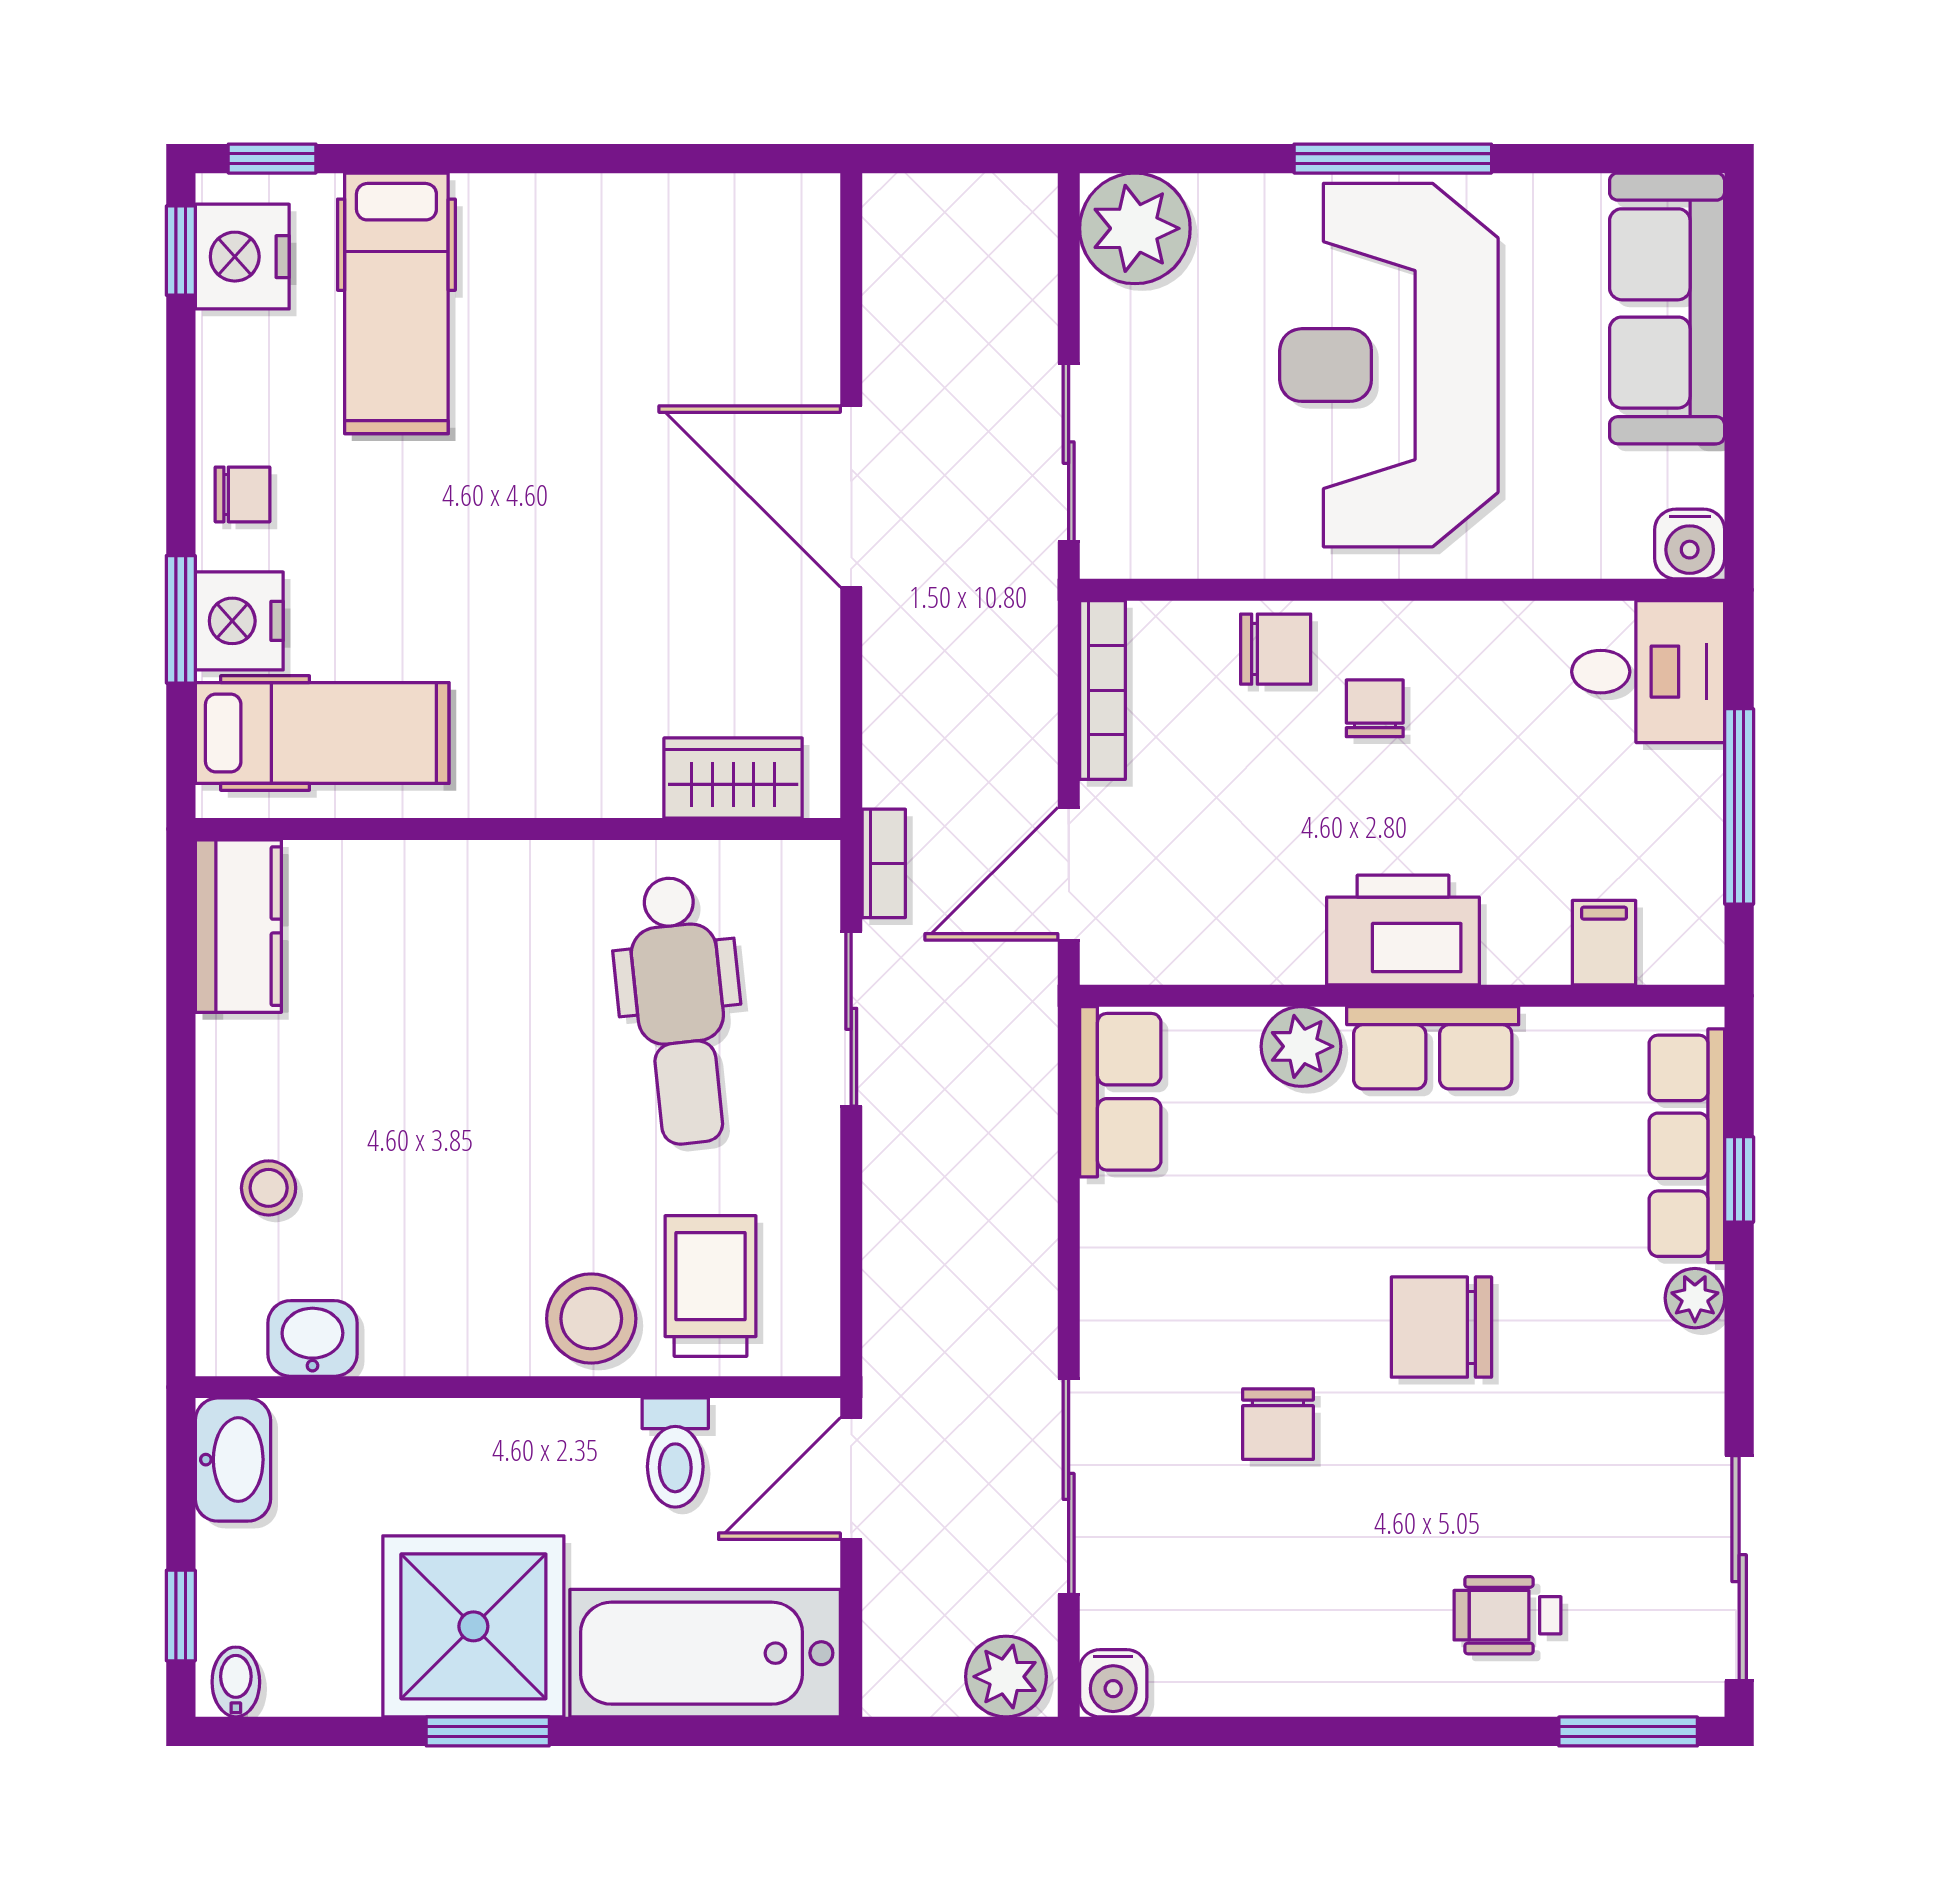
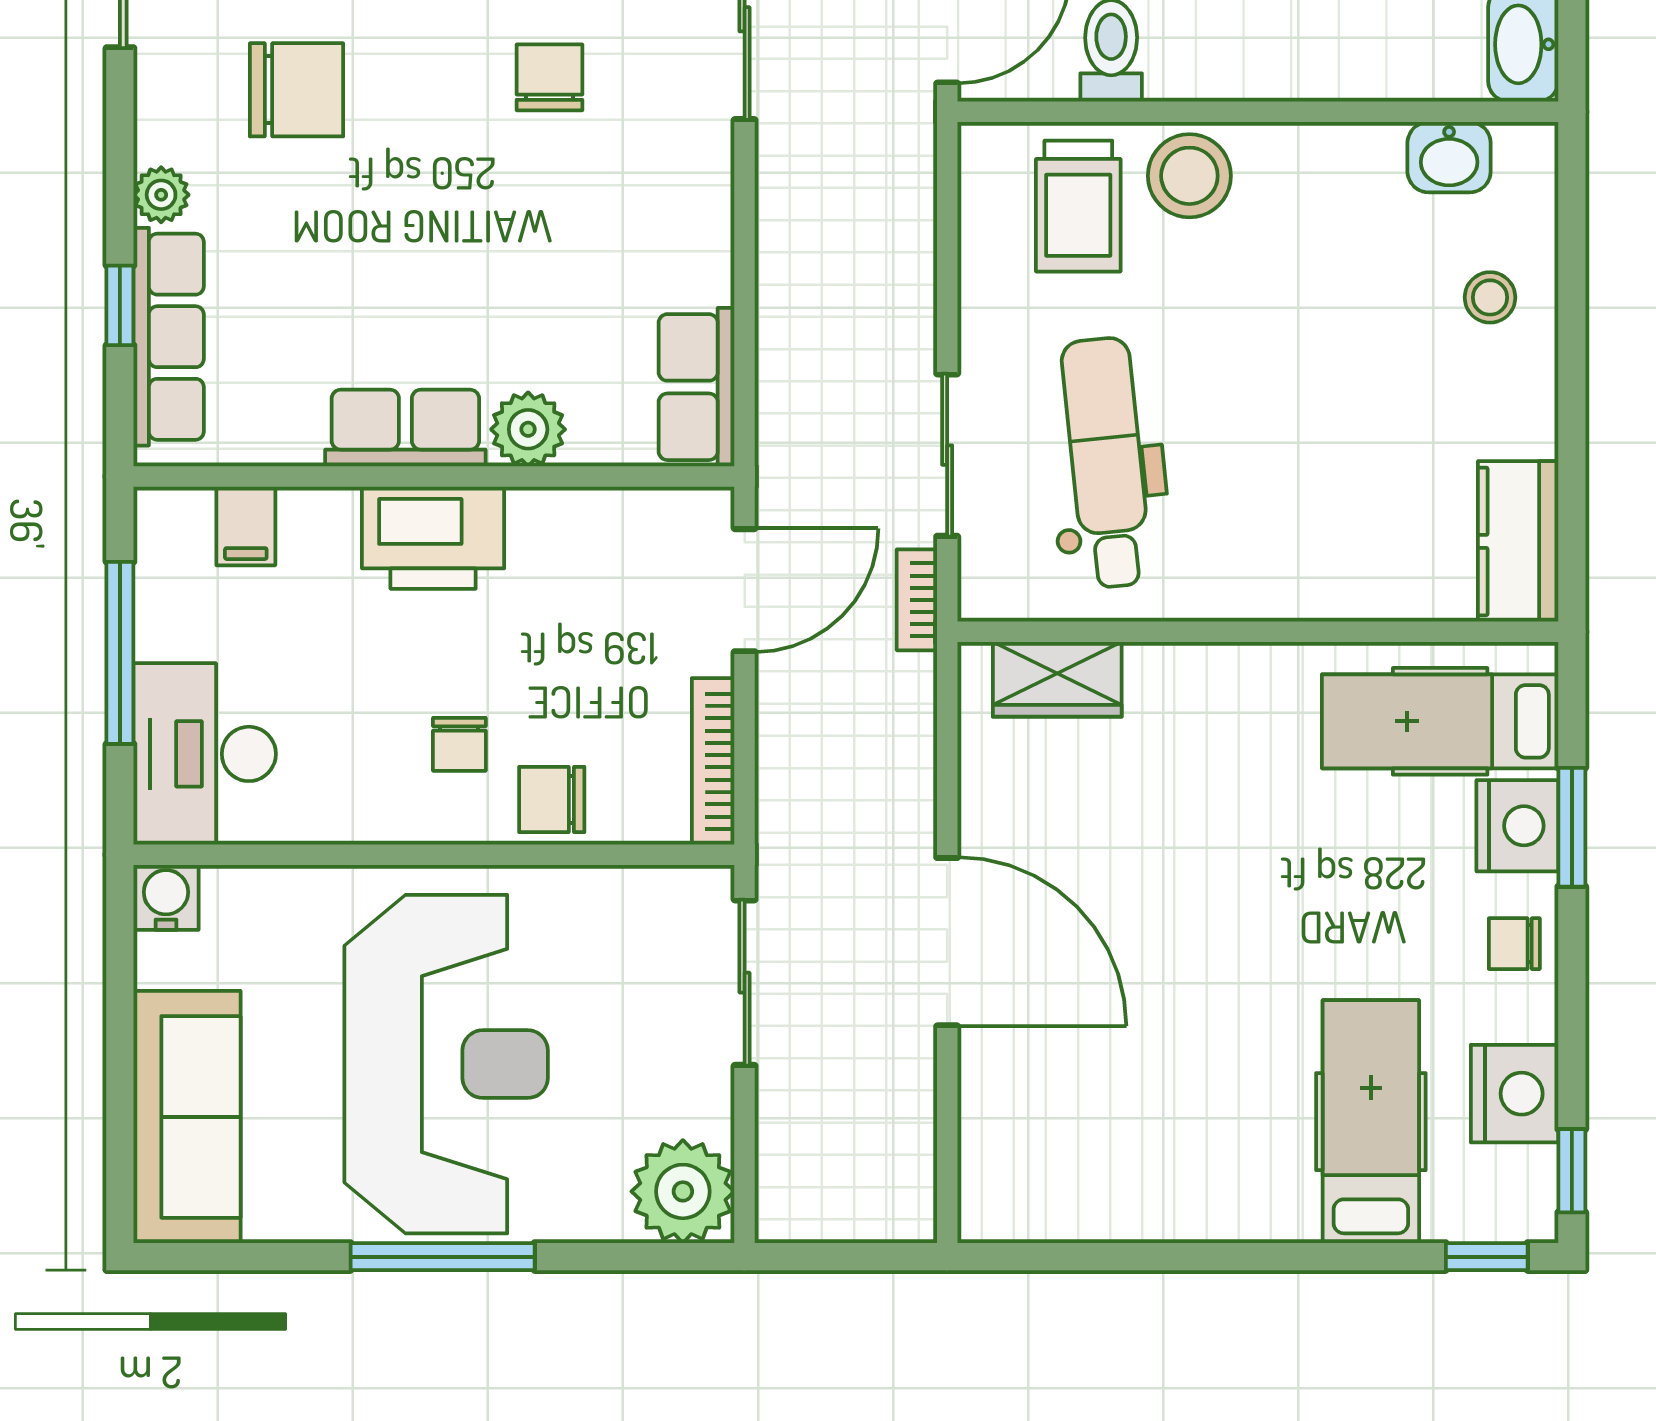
nightstand: (242, 257) -> (1515, 1094), moved
desk: (1648, 672) -> (205, 754), width x1.37
chair: (1441, 1327) -> (296, 90), moved

